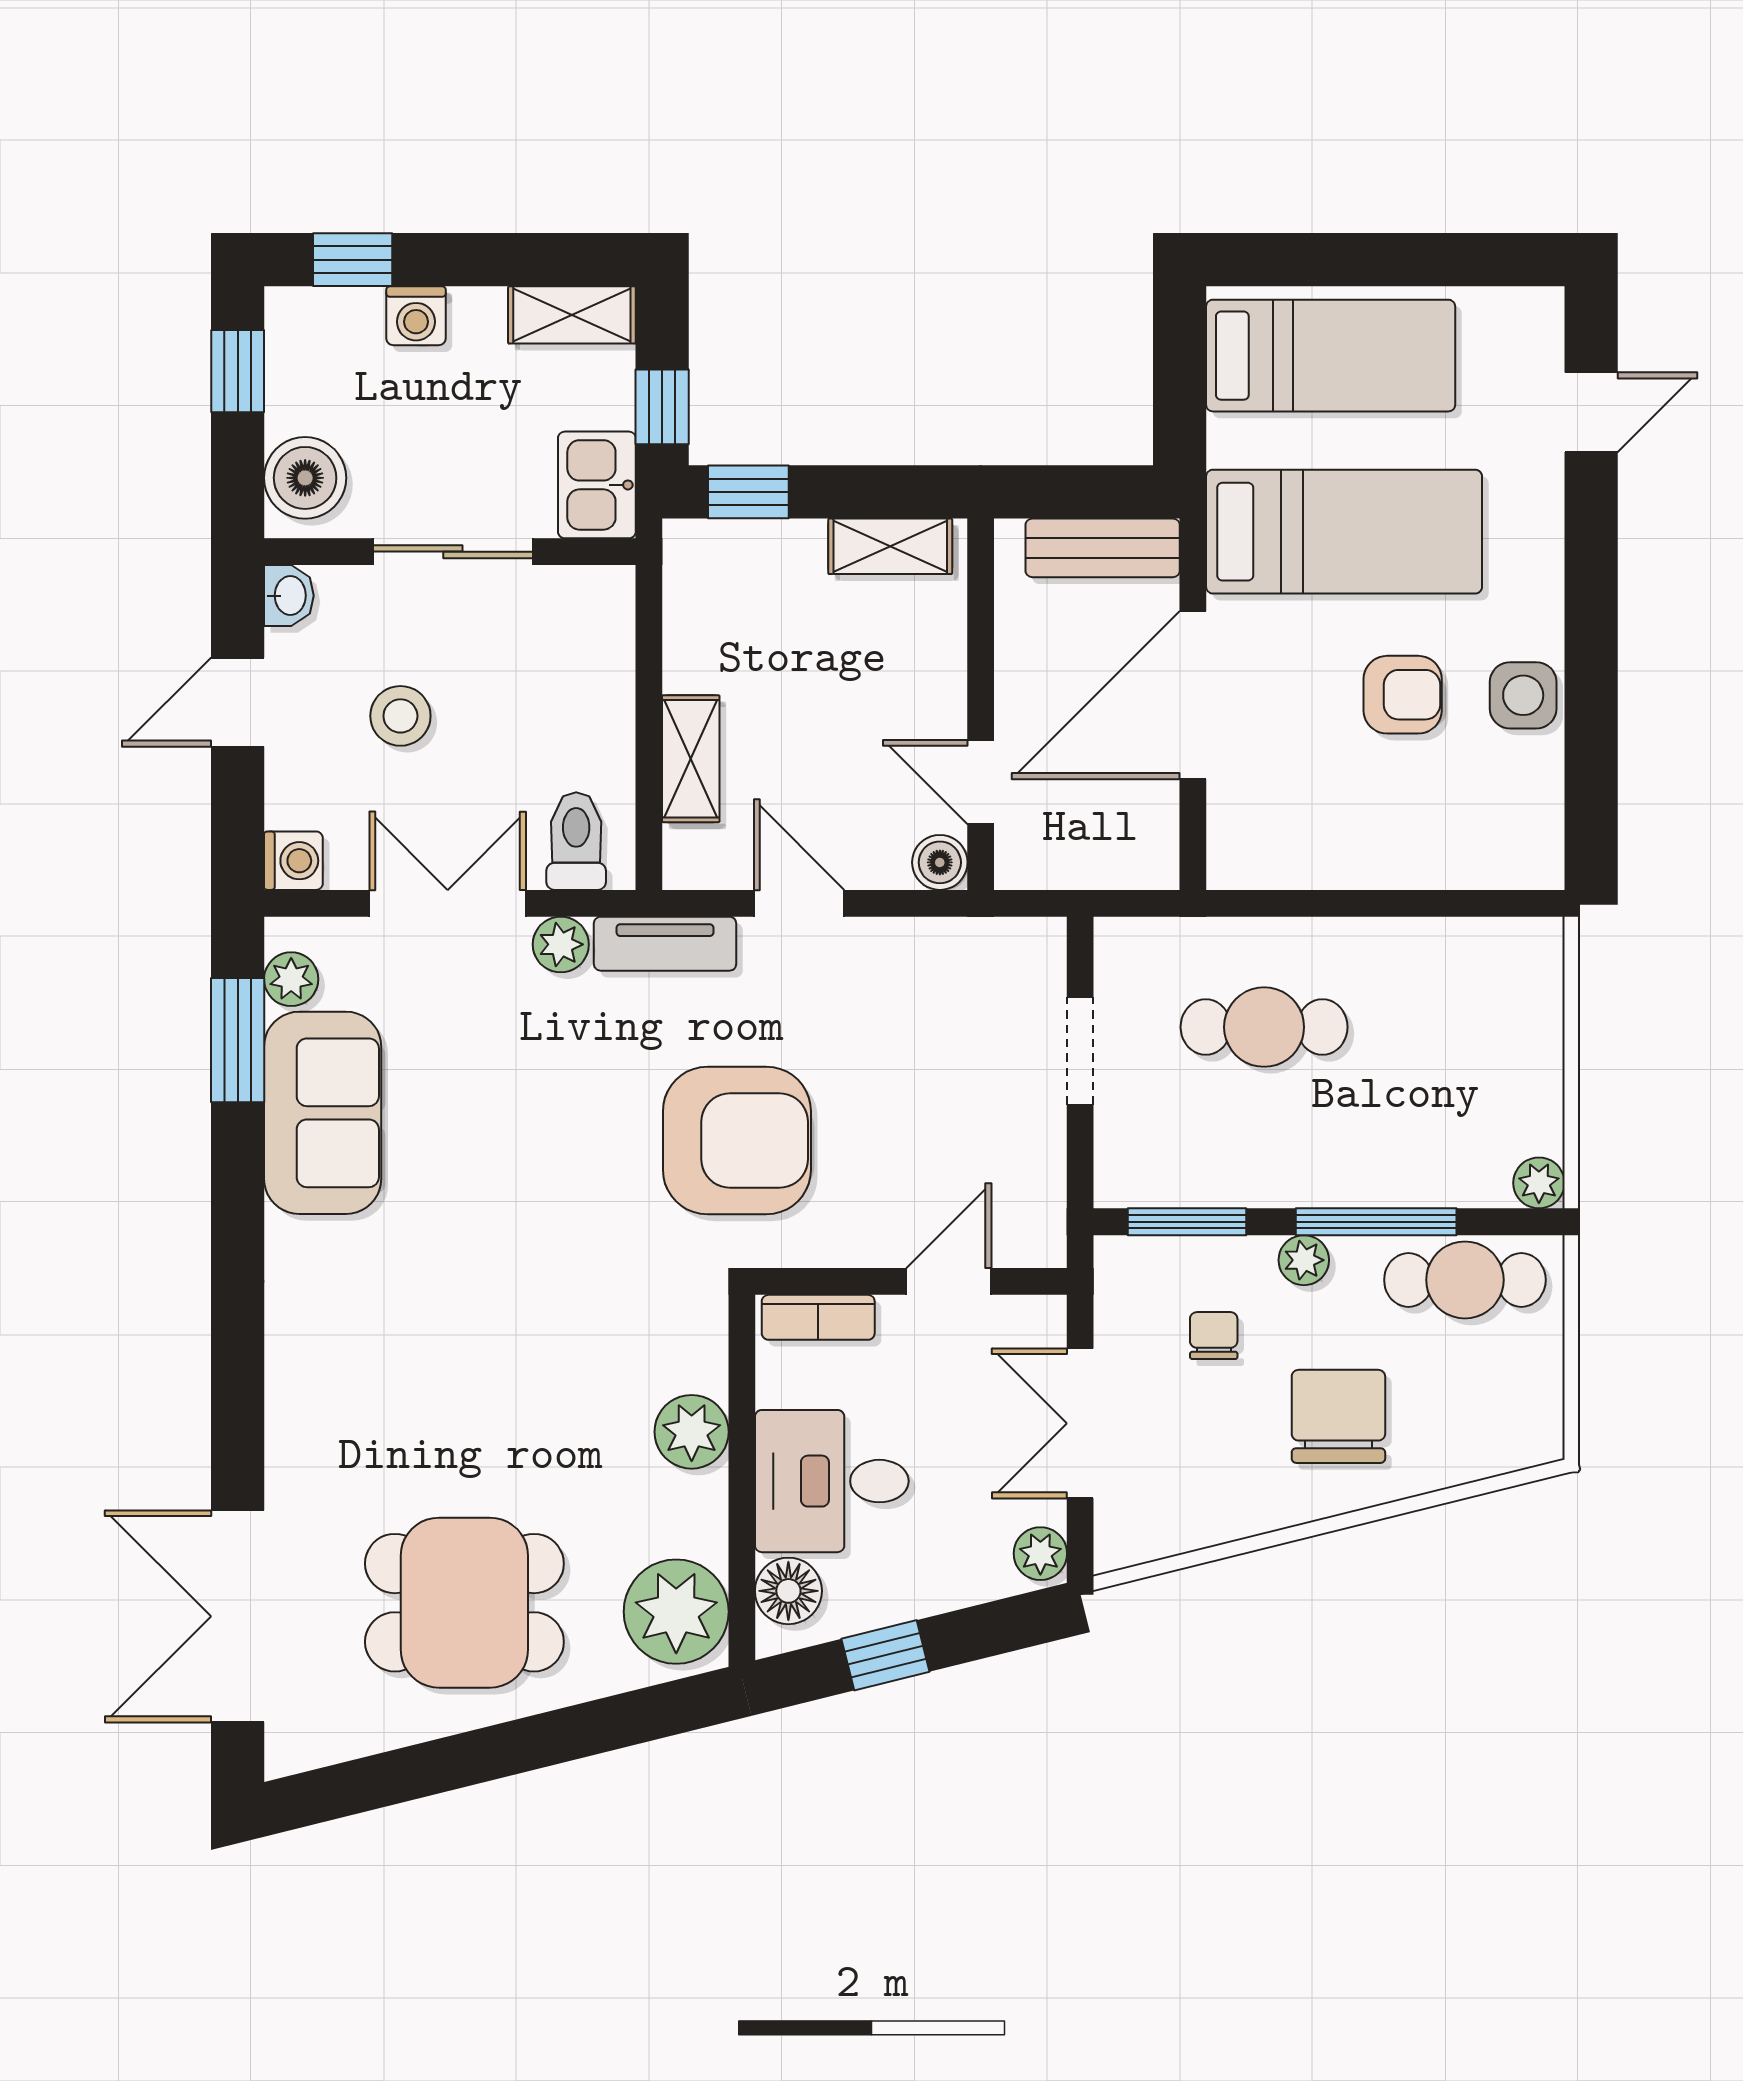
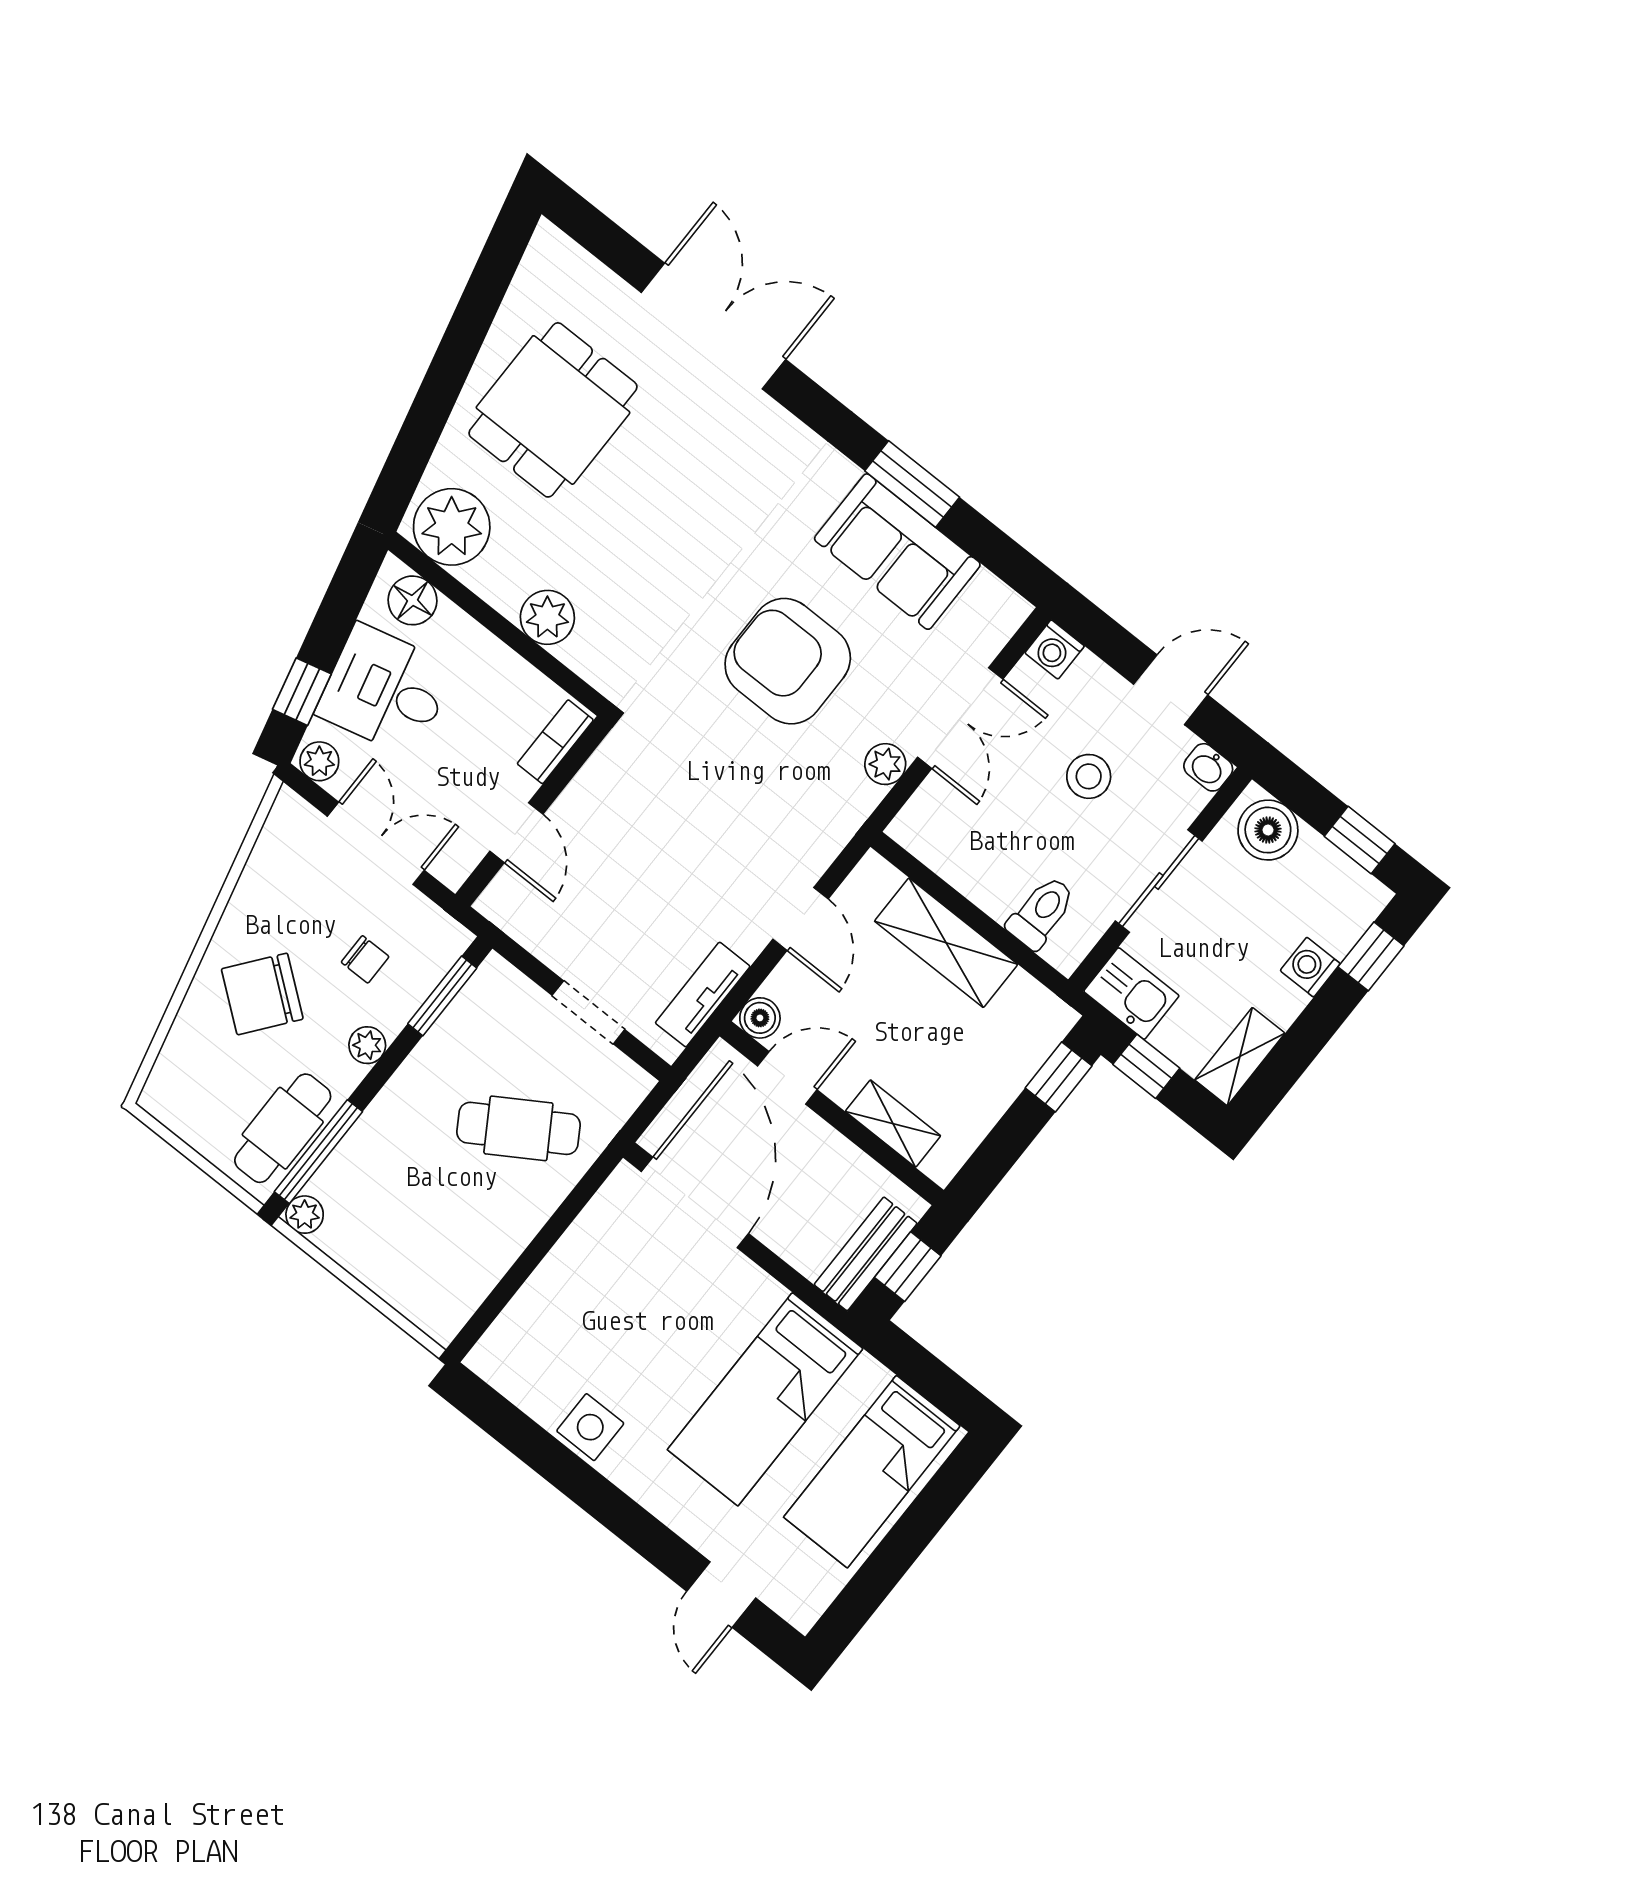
window: (1080, 492) -> (908, 1267), added
shelving: (890, 546) -> (893, 1124), moved, turned 90
door: (1193, 695) -> (695, 1202), moved
armchair: (1403, 695) -> (645, 1359), removed
door: (238, 702) -> (1171, 690), hinge flipped
shelving: (691, 759) -> (946, 943), width x1.50, depth x1.33
toilet: (576, 841) -> (1041, 912), moved, turned -90
door: (799, 903) -> (800, 919), hinge flipped
tv unit: (665, 944) -> (703, 995), moved
plant: (291, 979) -> (988, 594), removed
cafe table: (1264, 1027) -> (518, 1128), turned 58
window: (238, 1040) -> (912, 484), moved
armchair: (737, 1141) -> (788, 661), moved, turned 90
window: (1376, 1222) -> (318, 1152), moved
chair: (1338, 1416) -> (262, 994), turned 128
desk: (832, 1481) -> (385, 690), moved, turned -104
double door: (238, 1616) -> (713, 326), moved
window: (885, 1655) -> (302, 692), moved

